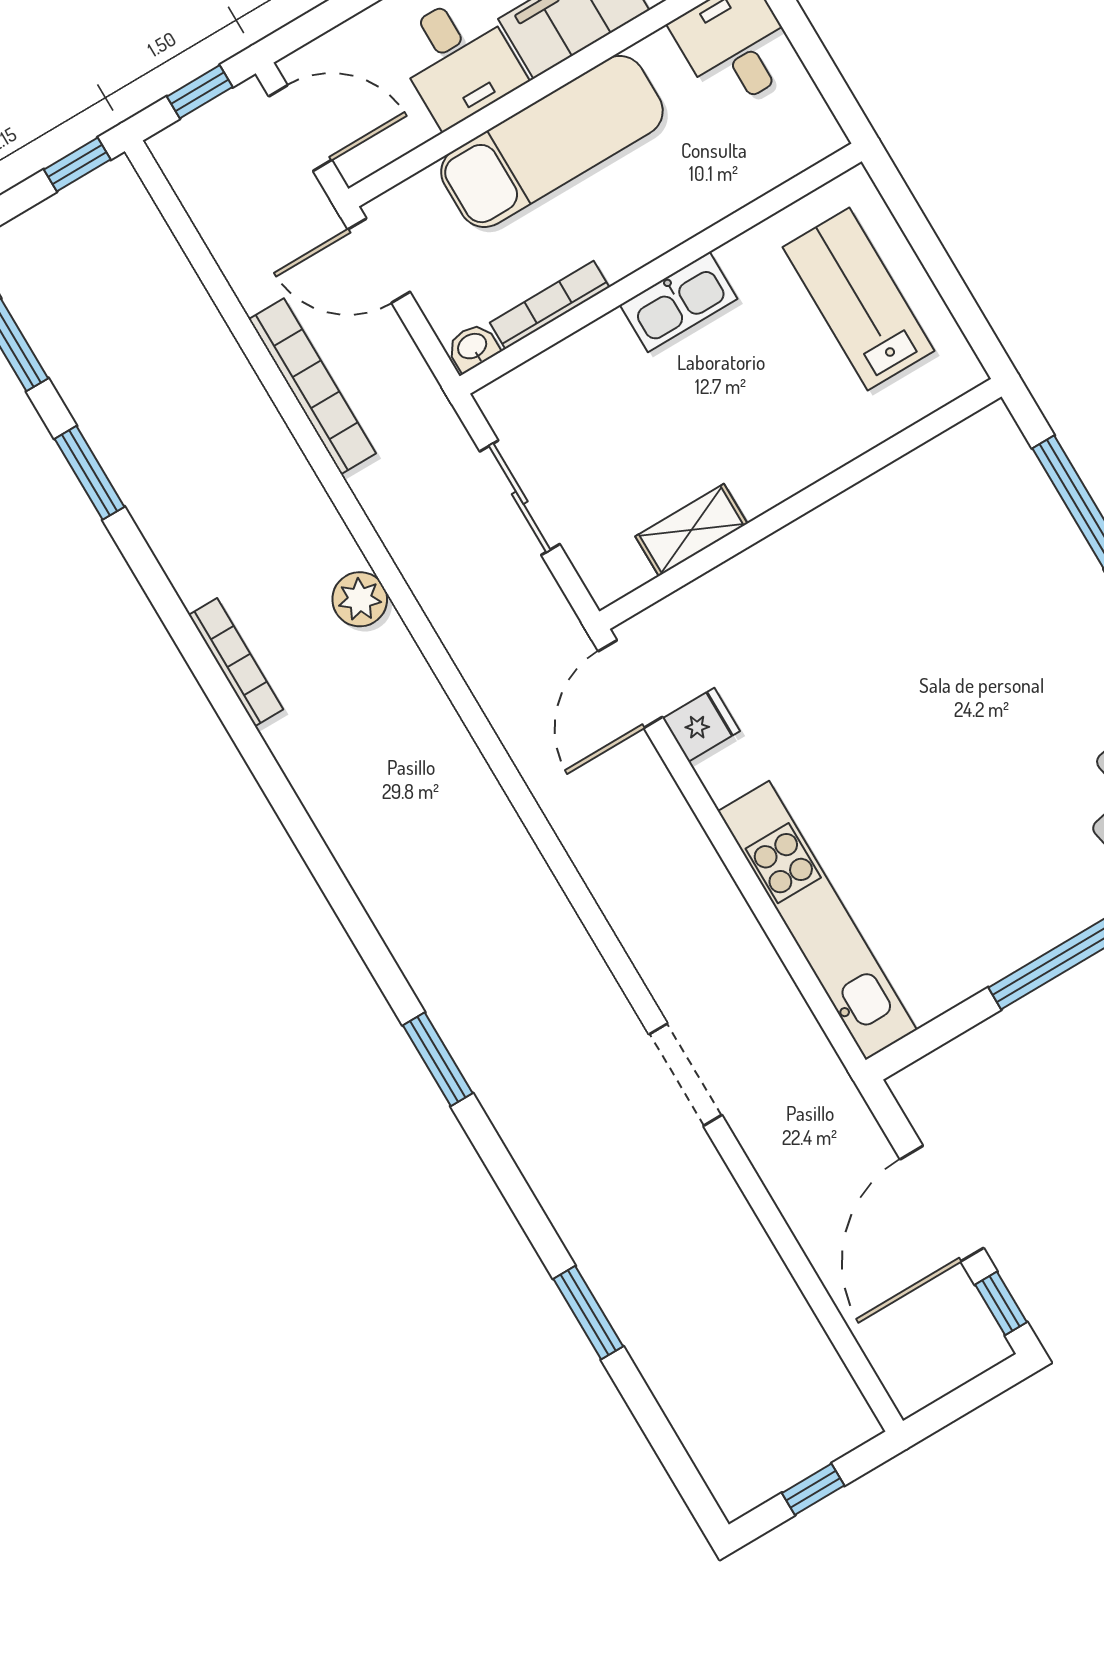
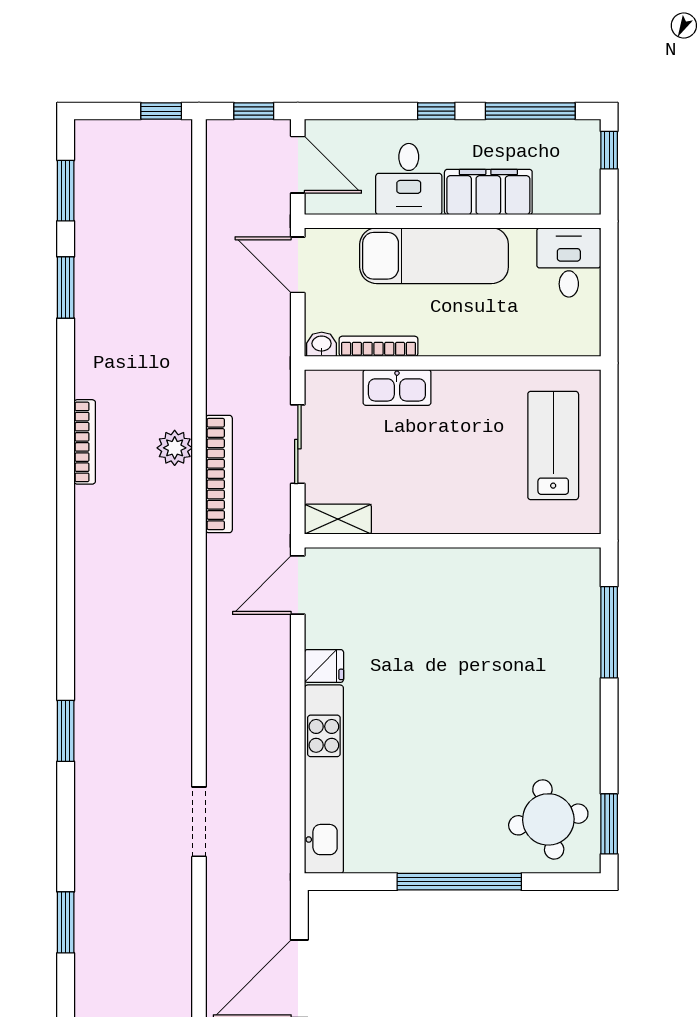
kitchen sink: (679, 302) -> (397, 387), moved
bookcase: (312, 386) -> (219, 474), moved
shelving: (691, 530) -> (338, 519), moved
fridge: (701, 725) -> (324, 666), moved

